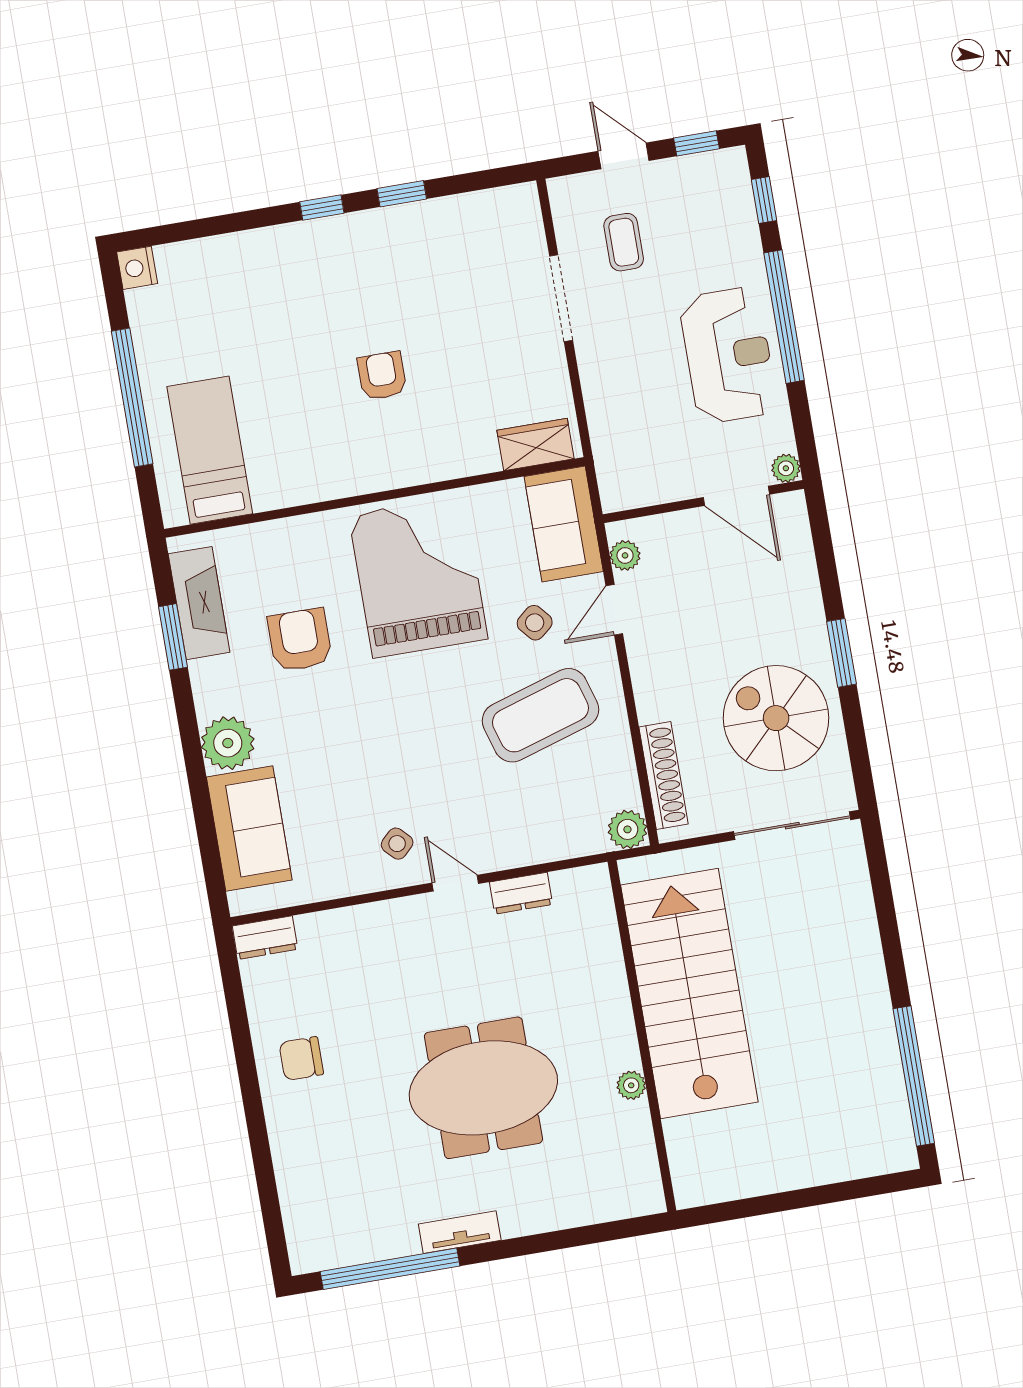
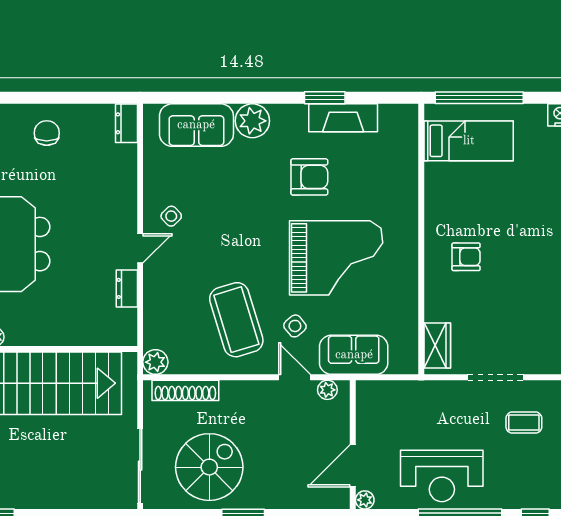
wardrobe: (535, 444) -> (437, 346), moved
bed: (210, 450) -> (469, 141), moved
wall: (375, 497) -> (421, 239), moved

